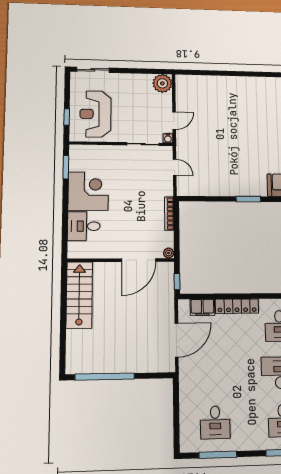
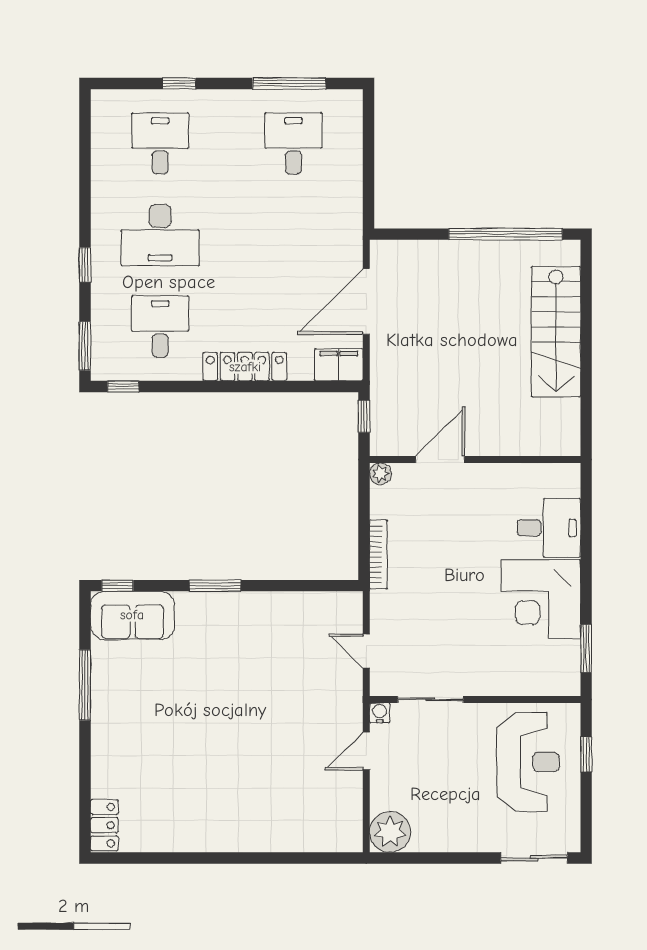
door: (139, 260) -> (440, 460), width x0.73
stairs: (79, 295) -> (556, 332), moved
filing cabinet: (202, 307) -> (339, 365), moved

